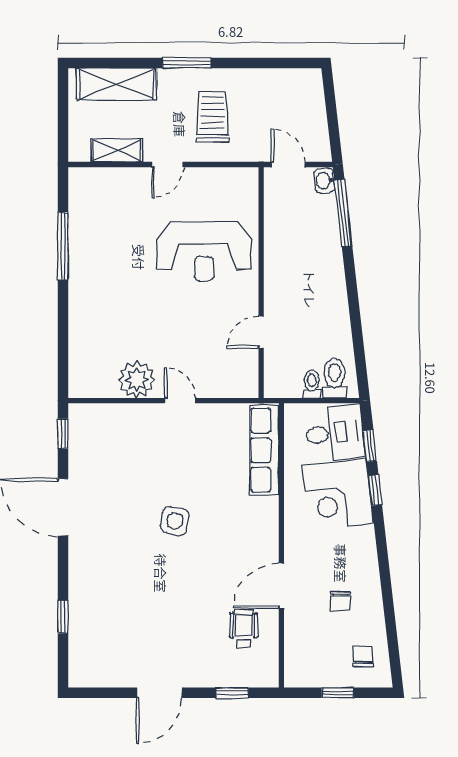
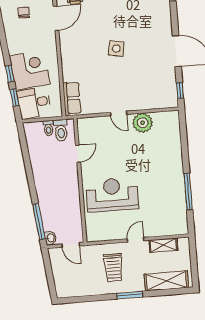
toilet: (335, 378) -> (61, 130), moved
row of seats: (264, 450) -> (72, 98), width x0.68

